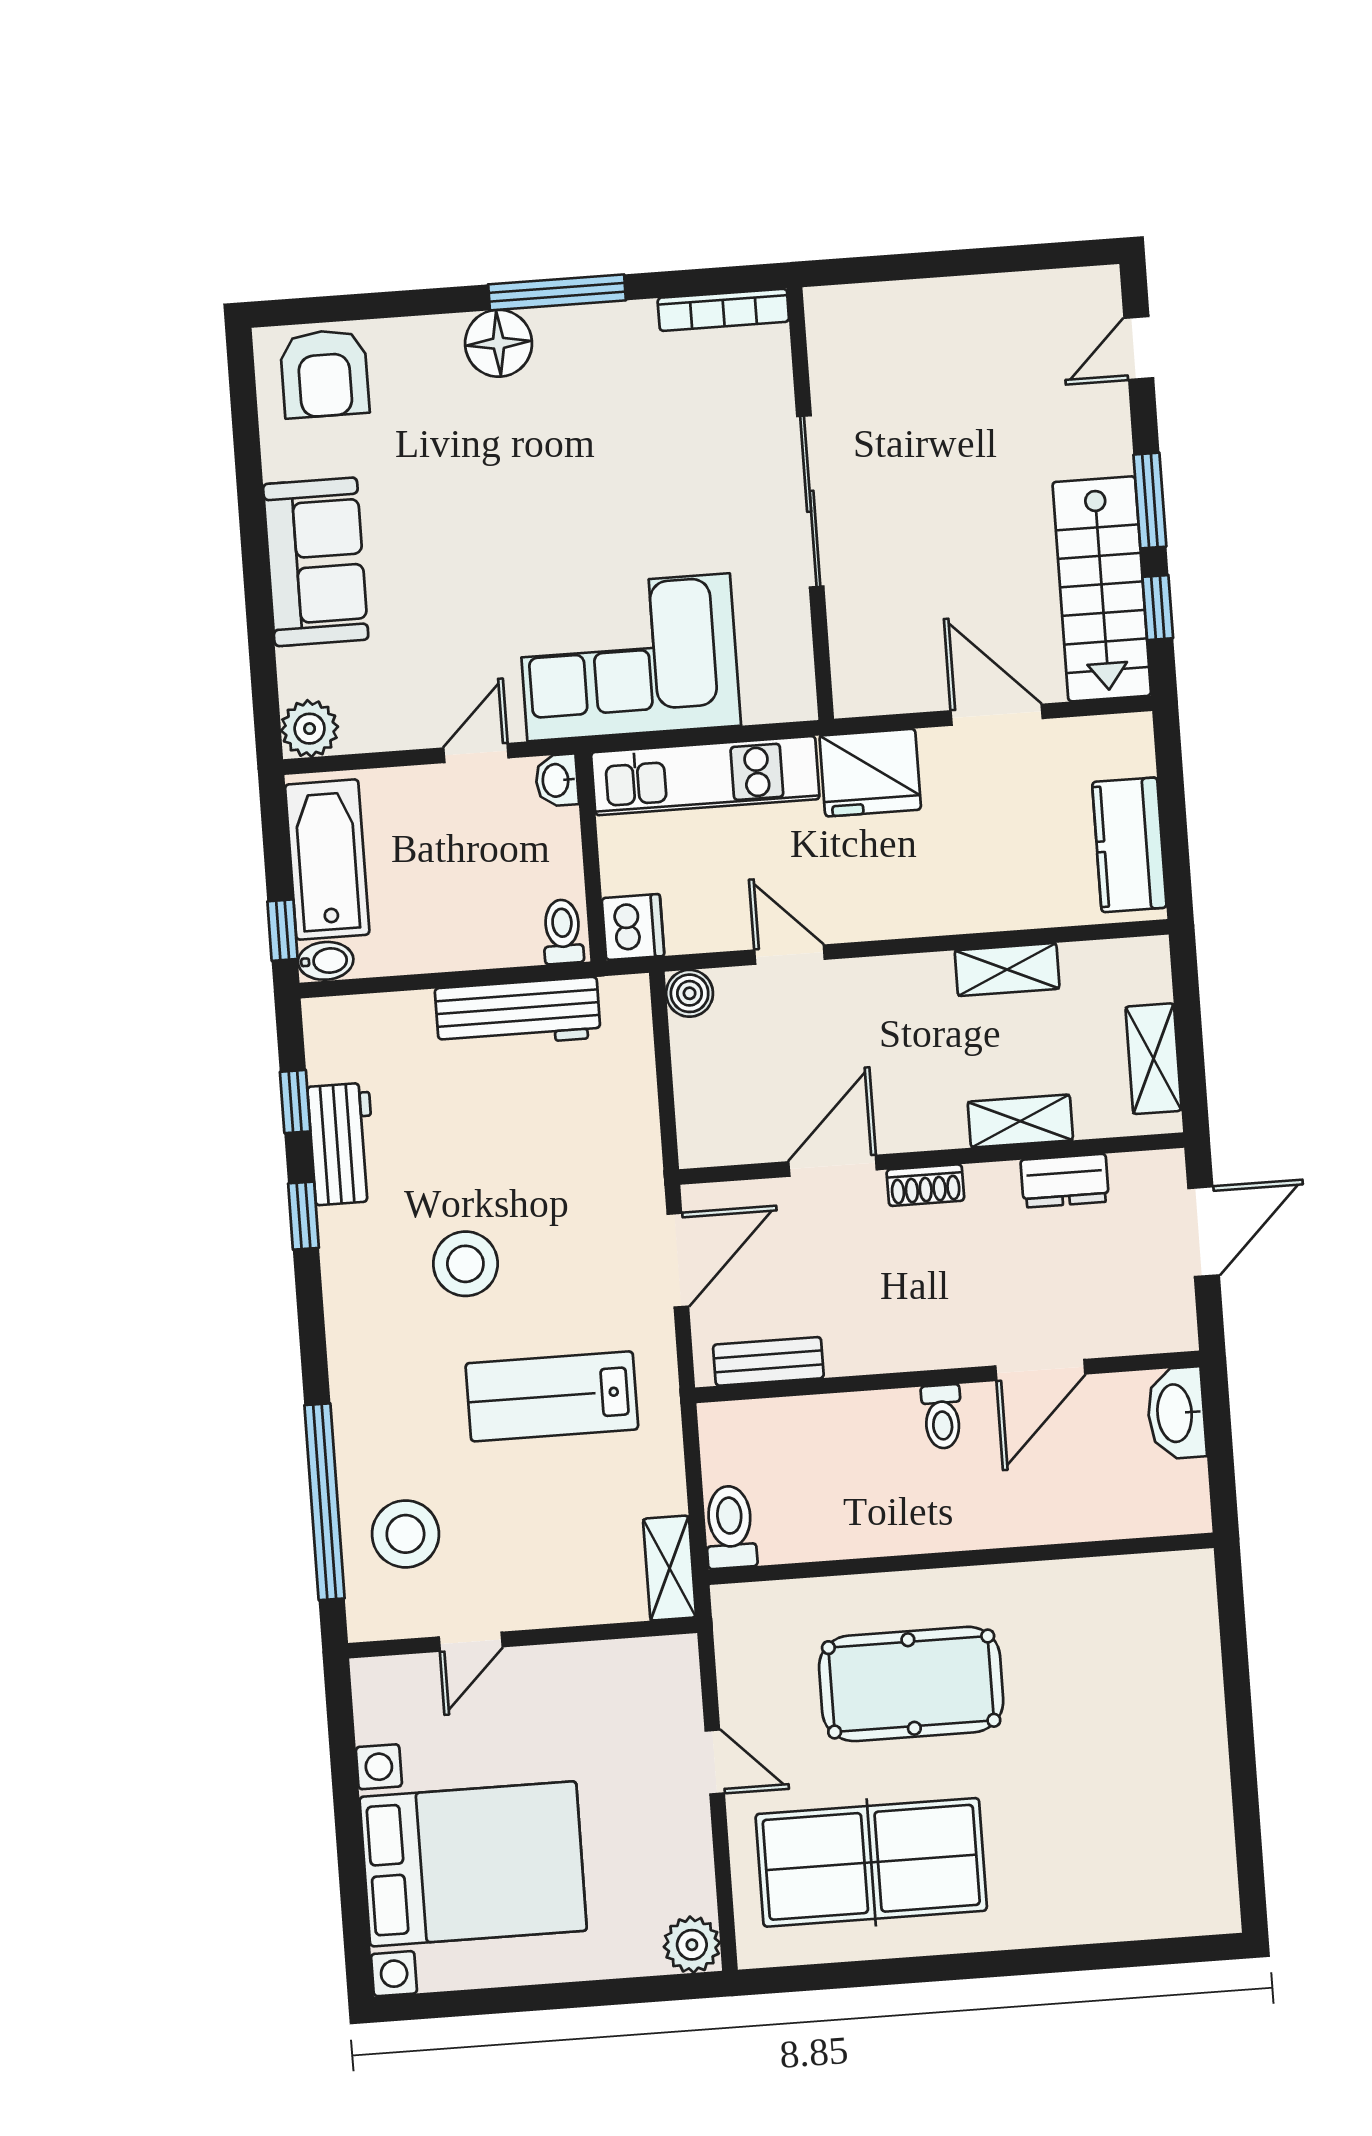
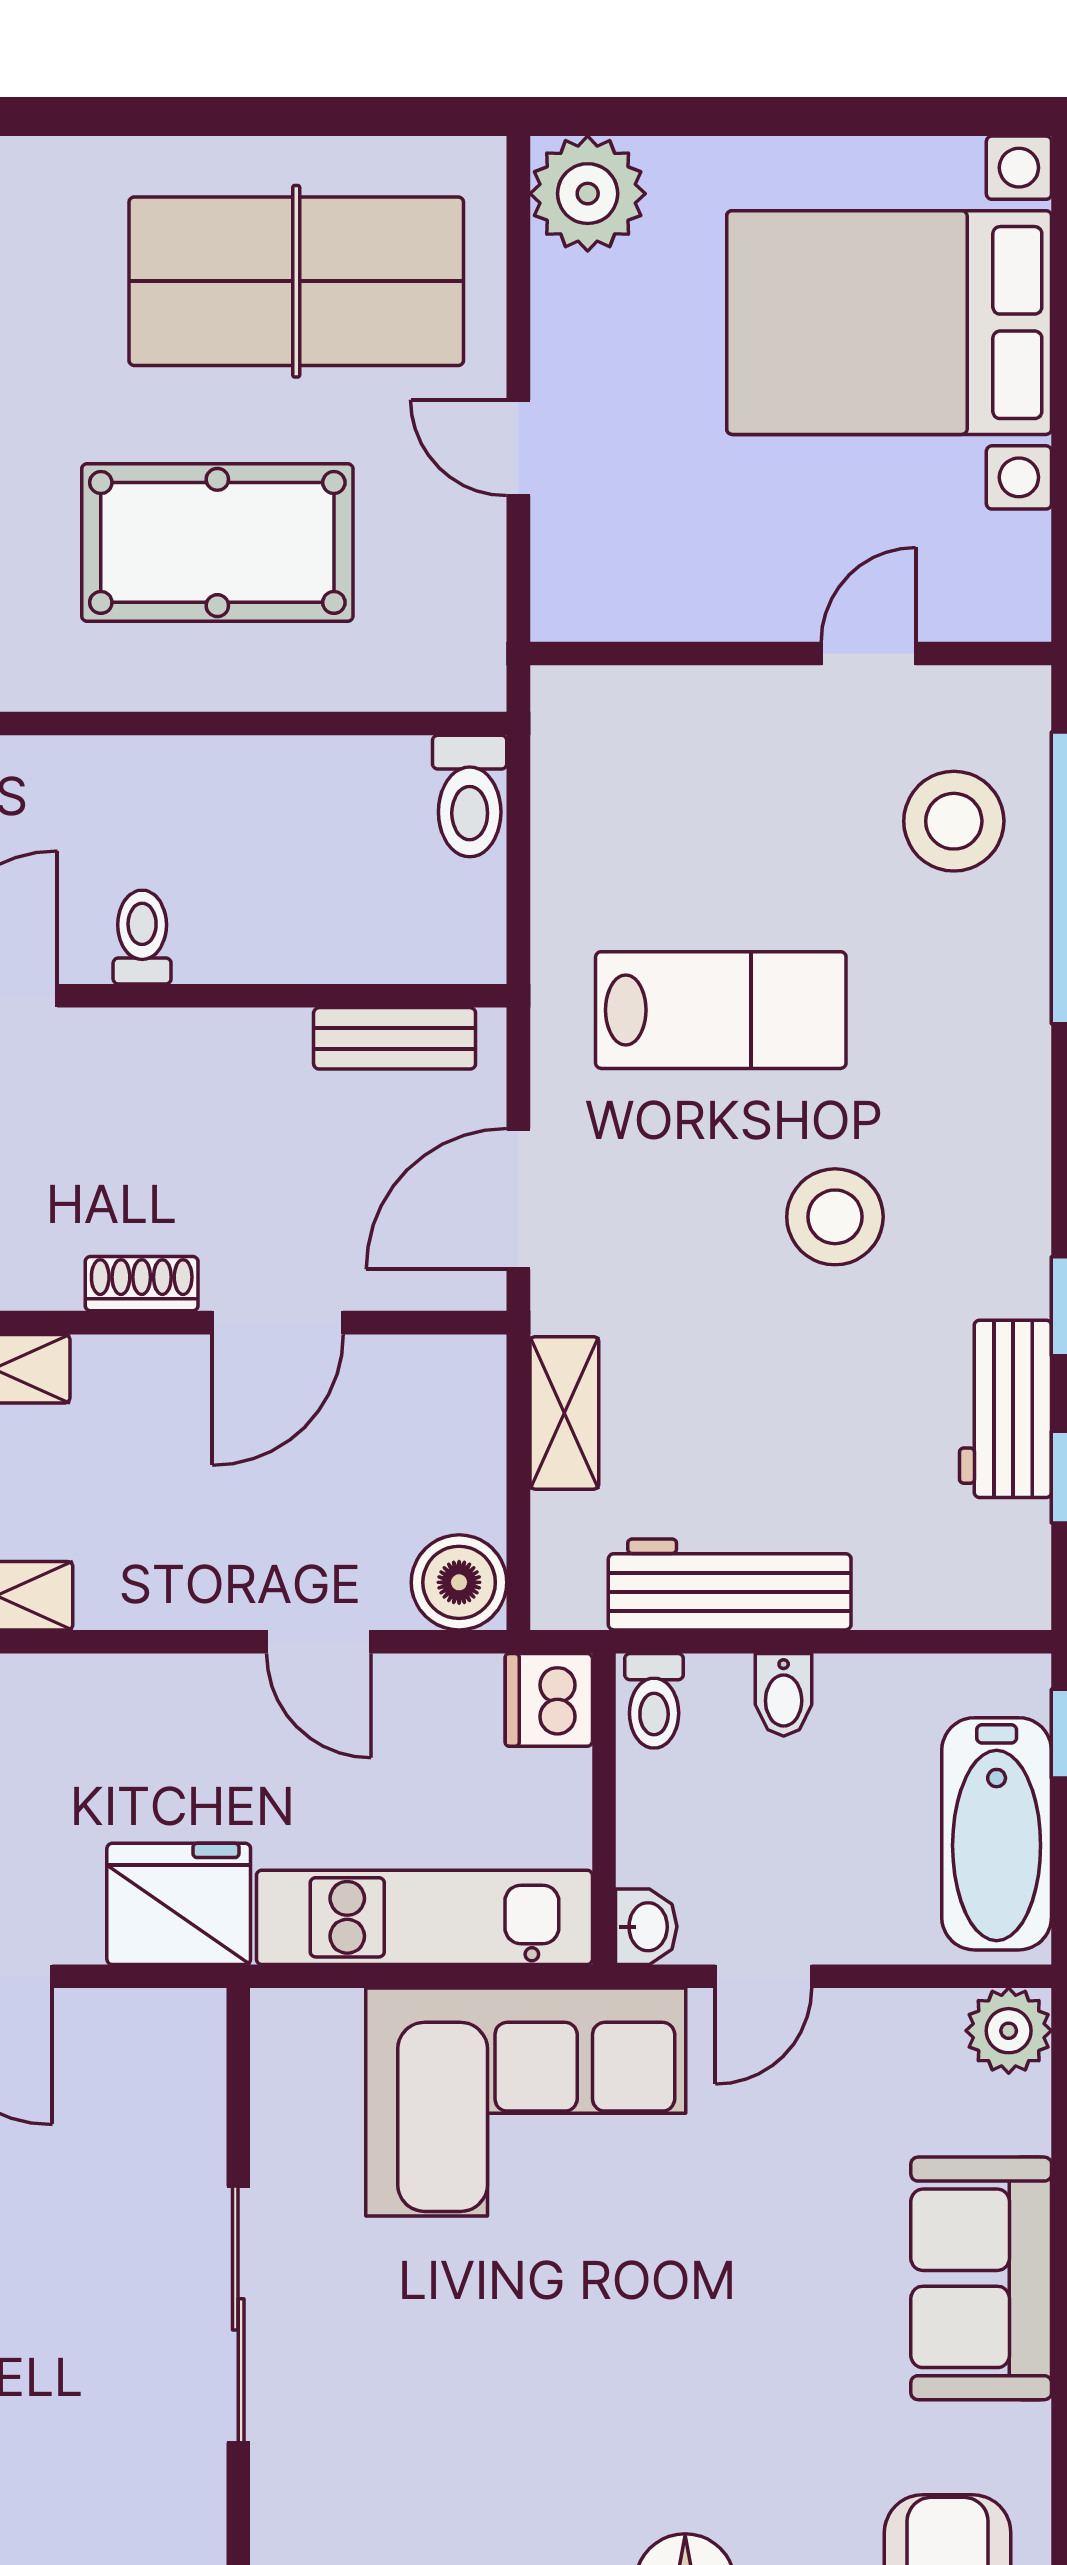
bidet: (326, 961) -> (784, 1695), moved, turned -90
boiler: (690, 993) -> (459, 1582), width x1.36, depth x1.36
shelving: (670, 1568) -> (564, 1413), moved
plant: (692, 1945) -> (588, 194), width x1.36, depth x1.36

